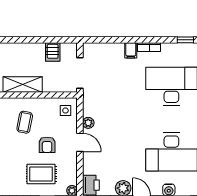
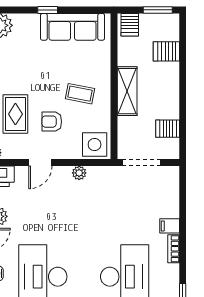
side table: (65, 111) -> (95, 144), width x1.87, depth x1.87
door: (80, 142) -> (40, 163), moved

